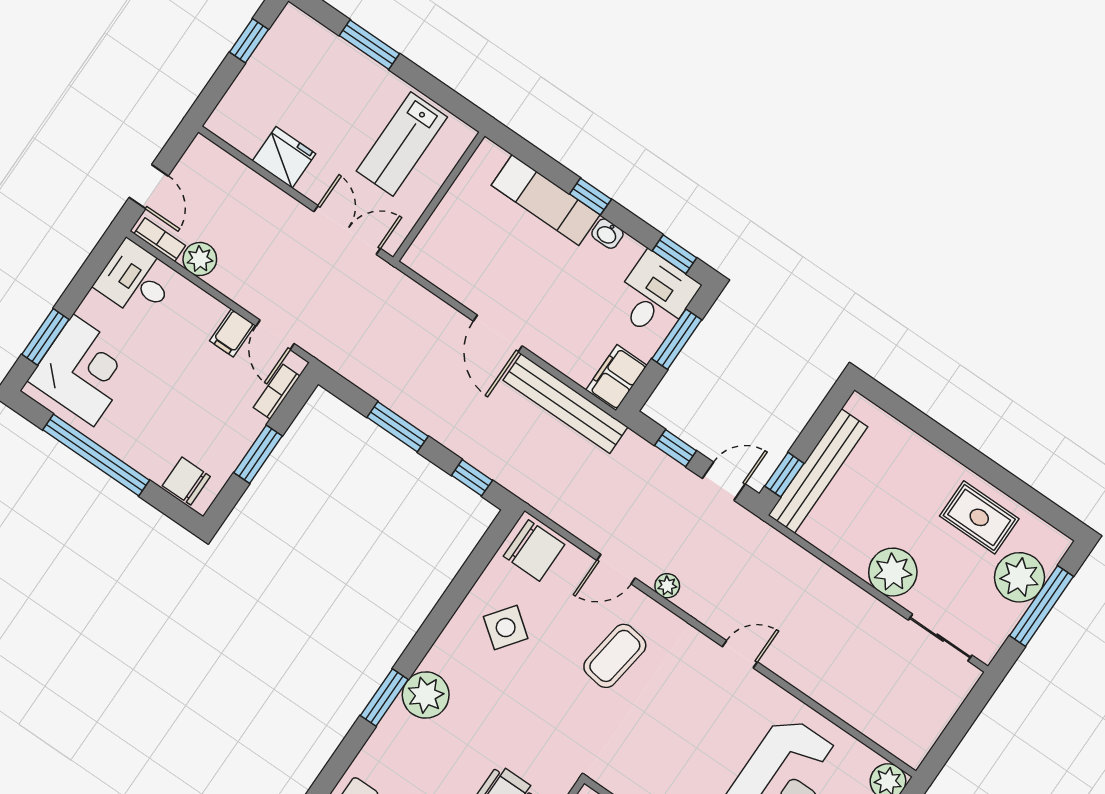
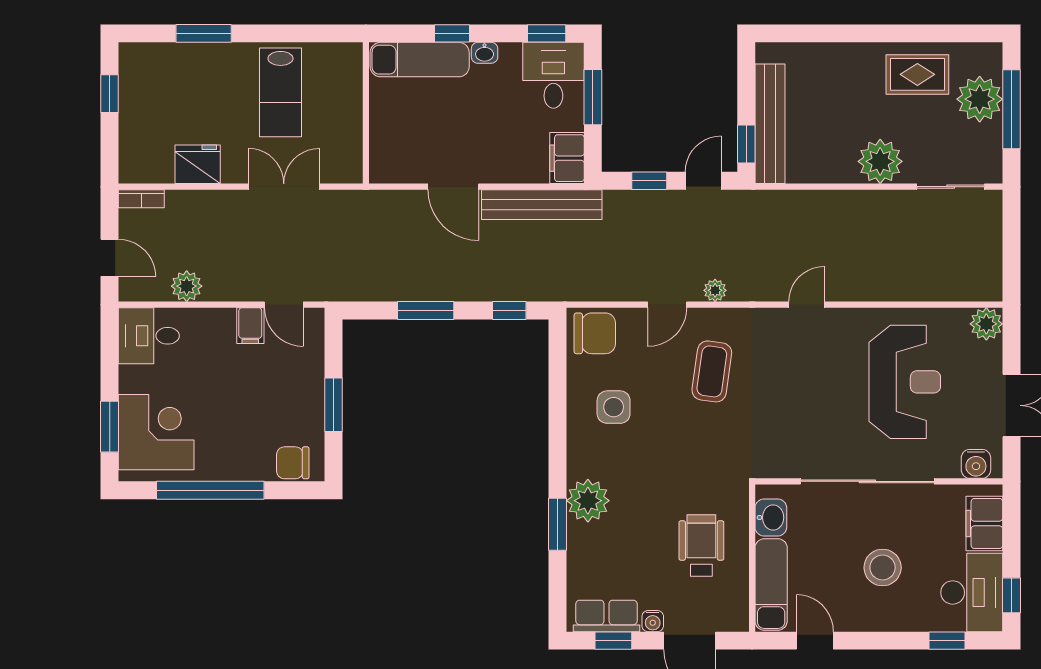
wall: (439, 197) -> (366, 113), moved
bookcase: (160, 240) -> (141, 199), moved, turned 180
bookcase: (277, 392) -> (315, 347), removed
side table: (506, 628) -> (614, 407), turned -37

